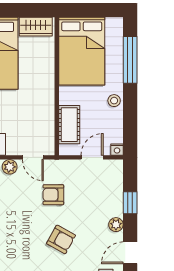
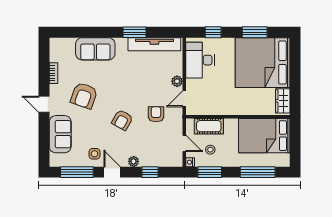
stool: (114, 101) -> (210, 150), moved
window: (130, 123) -> (210, 172), added

